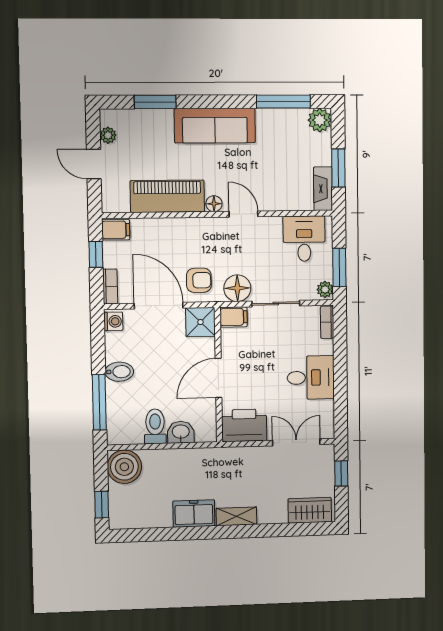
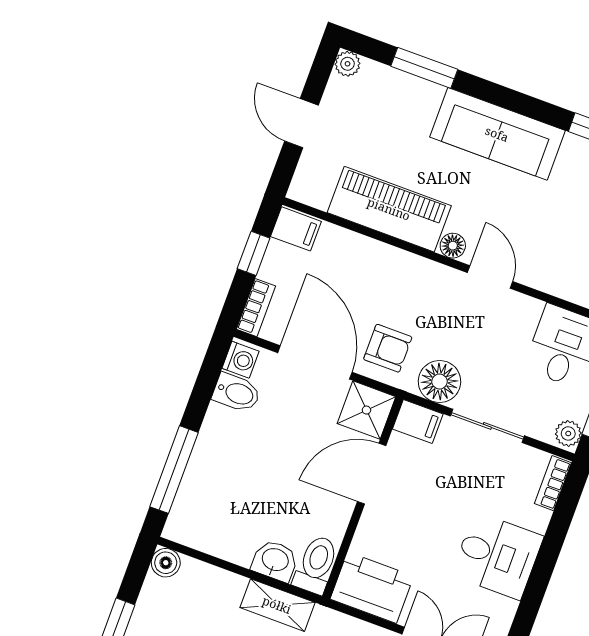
plant: (108, 135) -> (348, 64), moved
bidet: (119, 372) -> (236, 393), moved
door: (219, 378) -> (372, 474), moved
toilet: (155, 426) -> (316, 565), moved
shelving: (193, 458) -> (277, 605), added
boiler: (124, 467) -> (166, 563), width x0.54, depth x0.54

